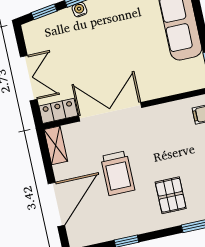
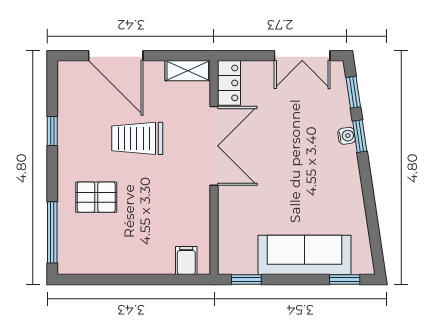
double door: (29, 78) -> (302, 56), moved

